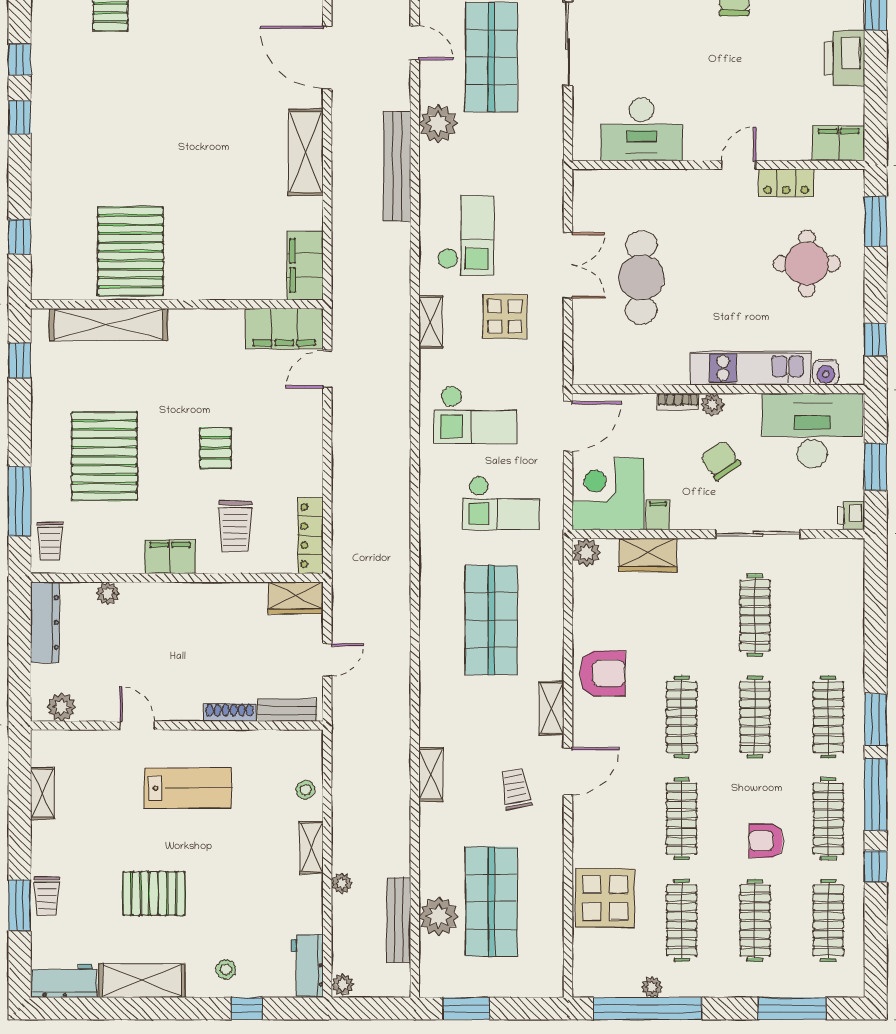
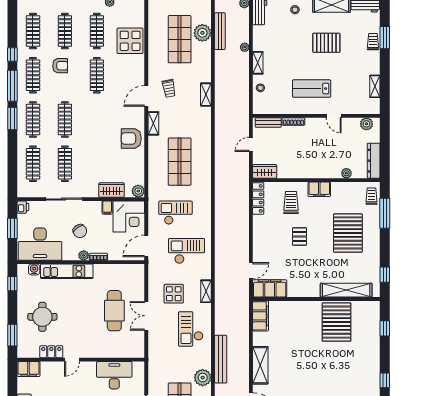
clothes rail: (682, 717) -> (33, 164), moved

